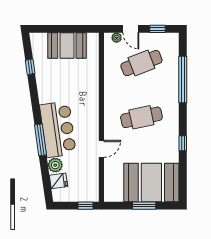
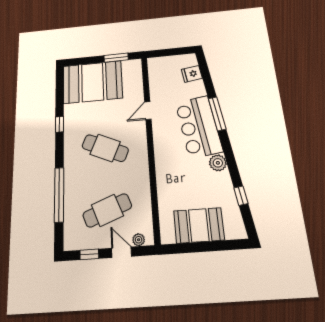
cafe table: (141, 117) -> (105, 148), turned 36
plant: (55, 165) -> (218, 163), moved
window: (85, 206) -> (161, 53), removed
window: (144, 206) -> (116, 58), moved

